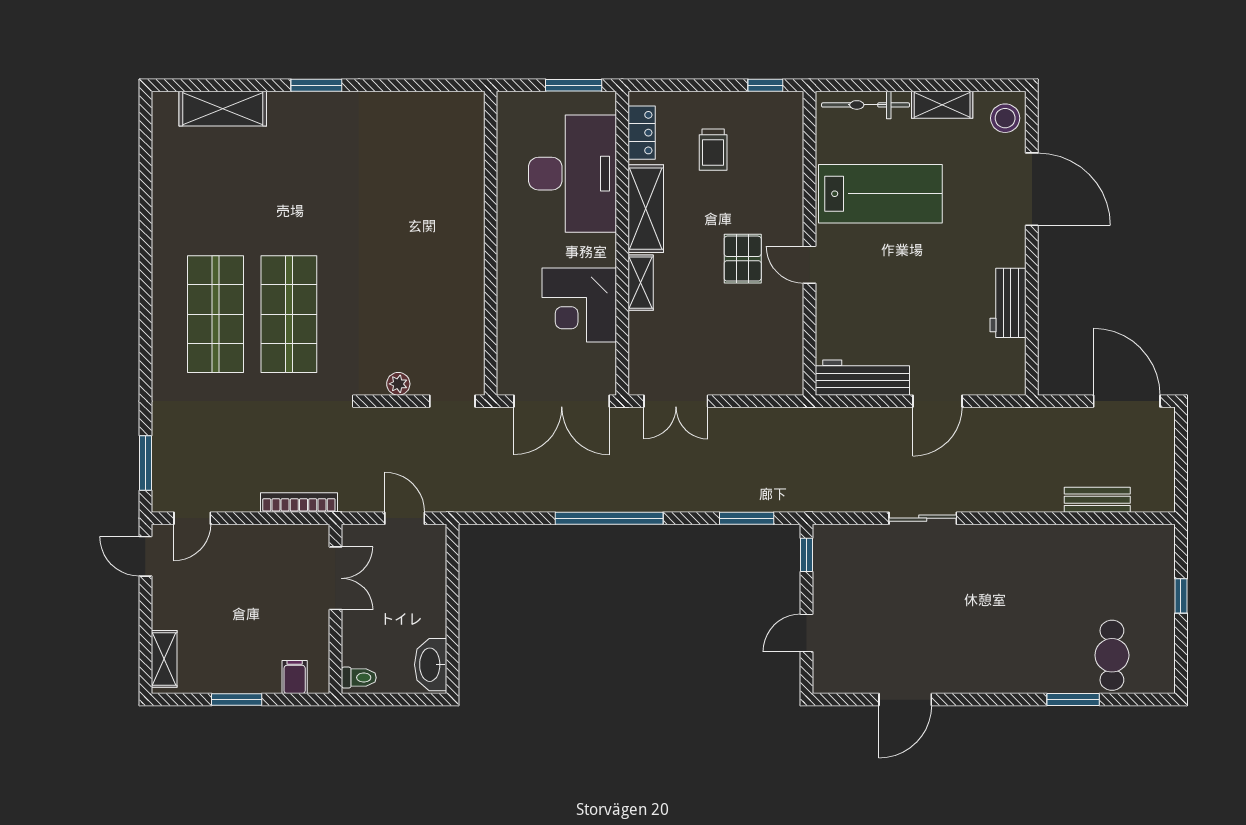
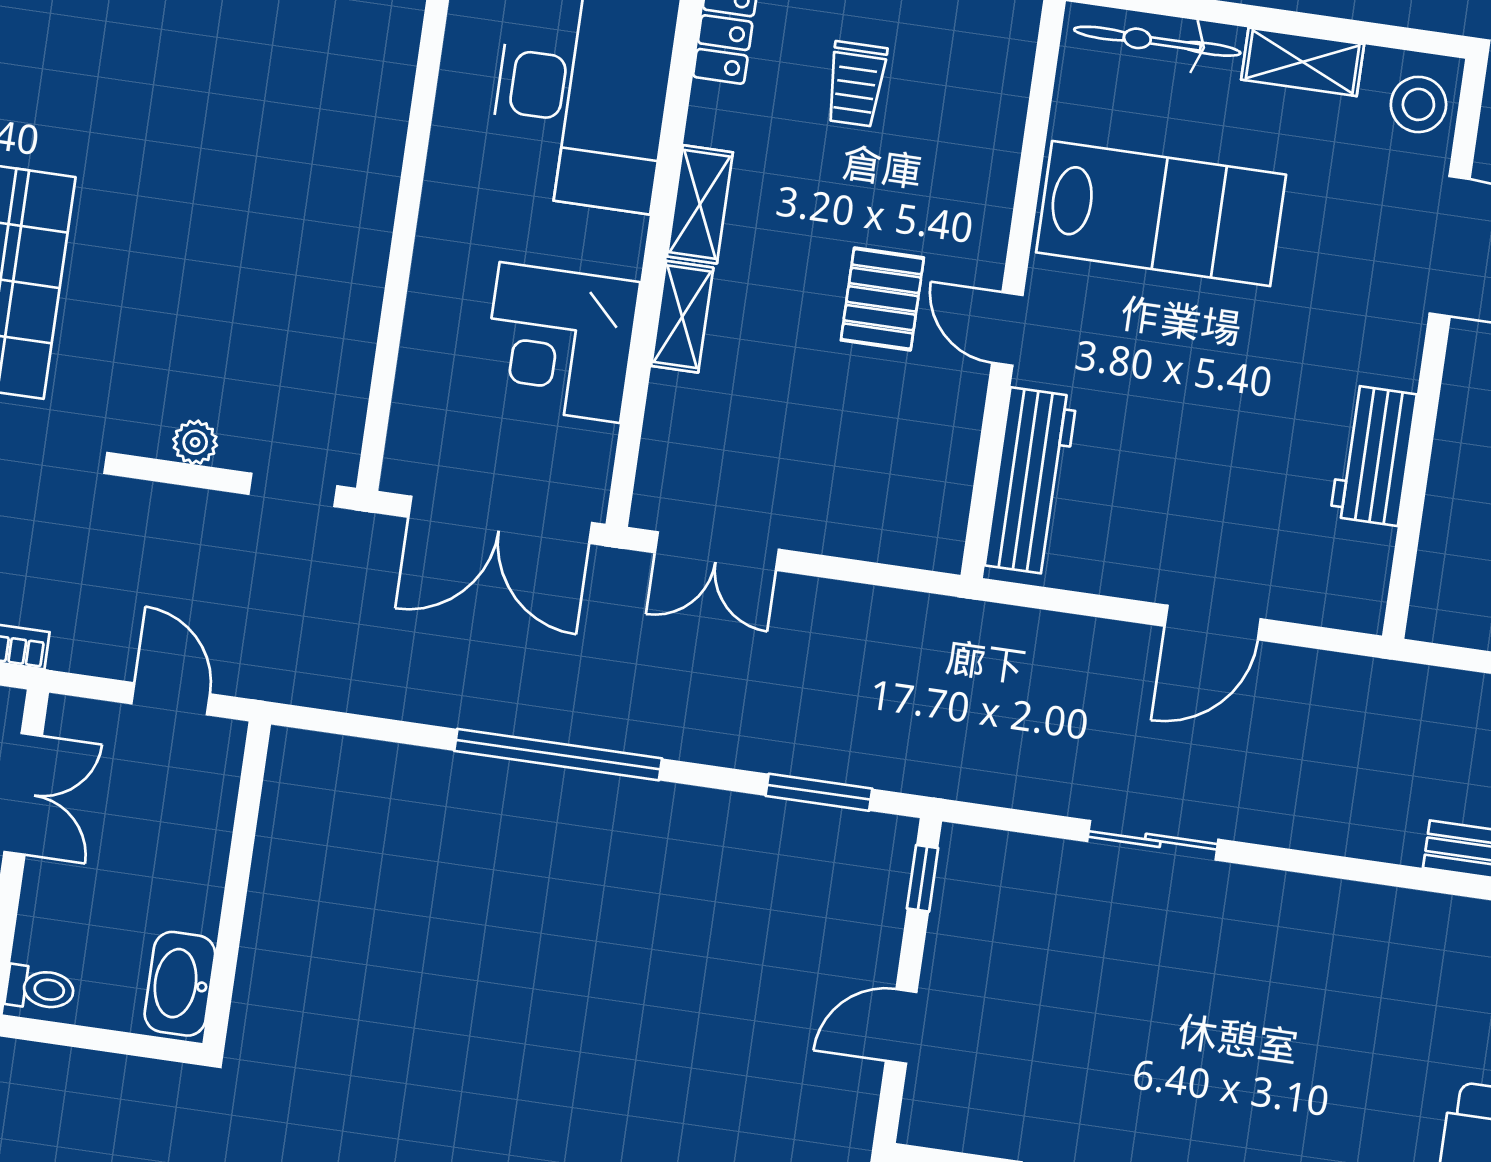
shelving: (646, 209) -> (700, 204), width x0.67, depth x0.75
workbench: (862, 378) -> (1031, 481), moved, turned 90

